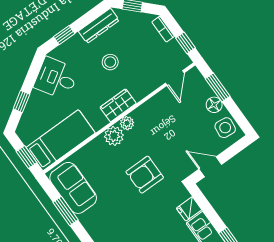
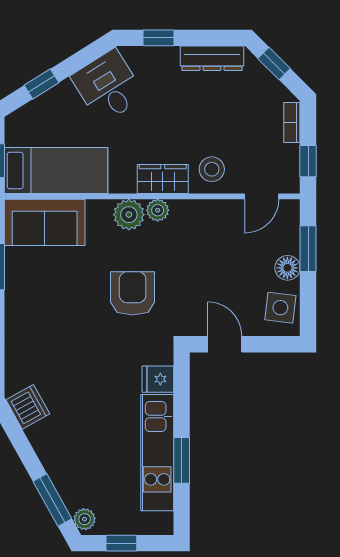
stool: (110, 62) -> (212, 169), moved
armchair: (145, 175) -> (133, 293), turned 90
sofa: (73, 188) -> (45, 222), moved, turned 90

